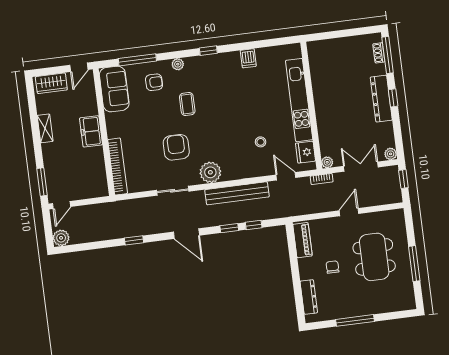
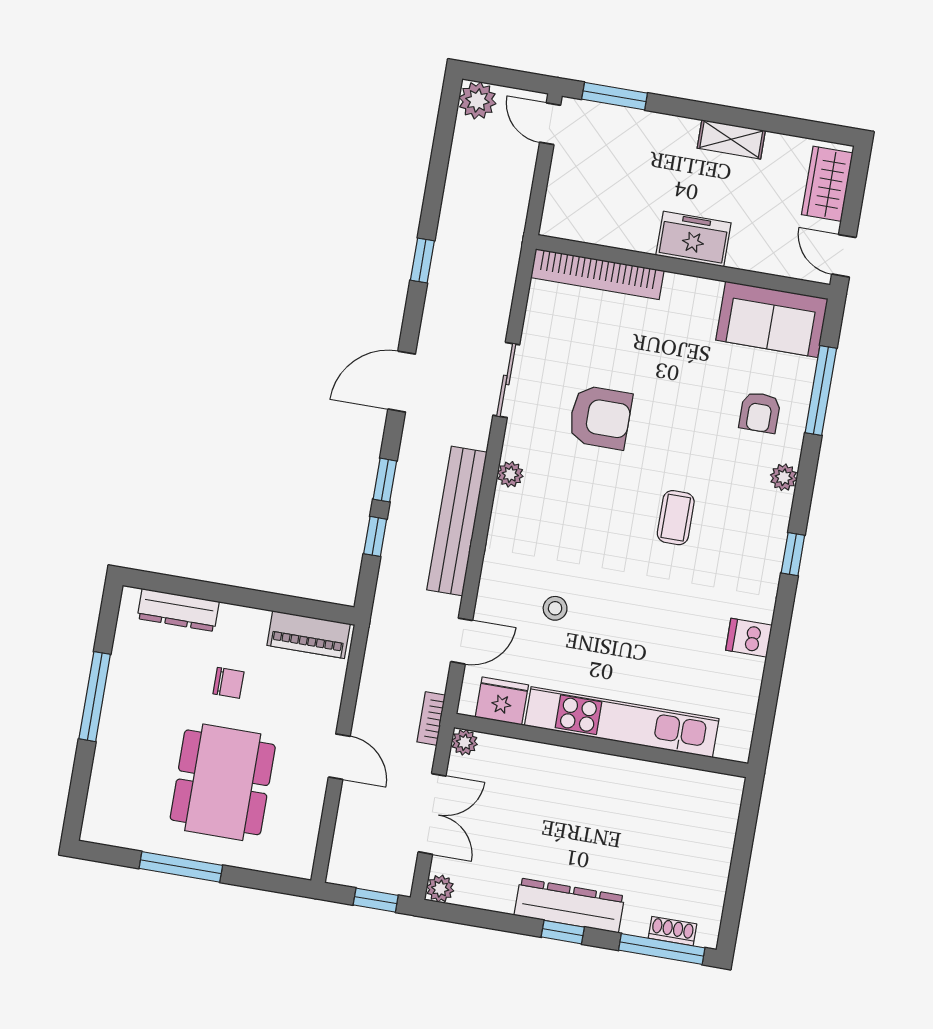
coffee table: (187, 104) -> (676, 518), moved, turned 90
plant: (210, 172) -> (510, 474), width x0.53, depth x0.53
dining table: (374, 257) -> (223, 782), turned 90

